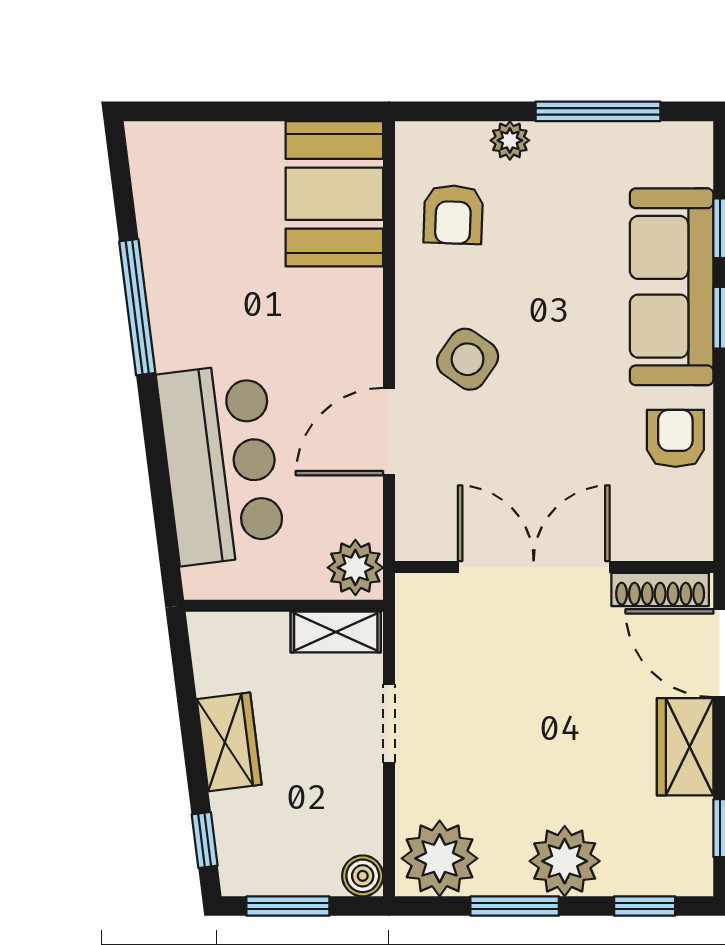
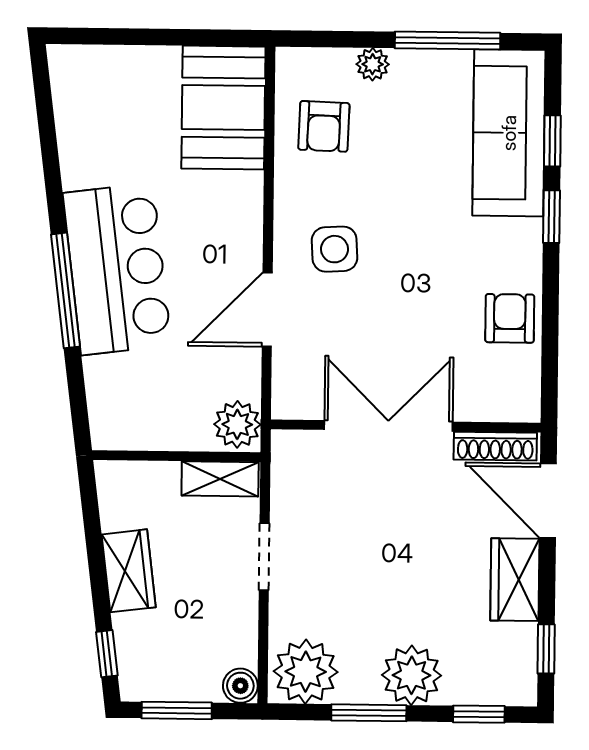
sofa: (672, 287) -> (509, 133), moved
window: (137, 307) -> (65, 290), moved
side table: (468, 359) -> (335, 249), turned -38
bar counter: (221, 464) -> (117, 269), moved

